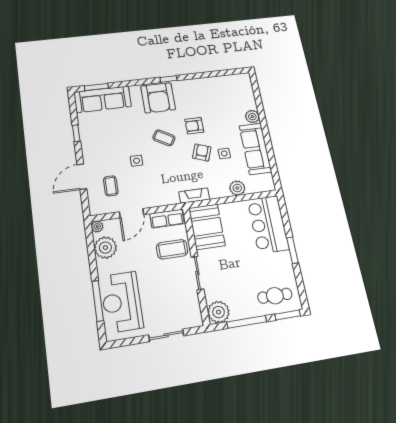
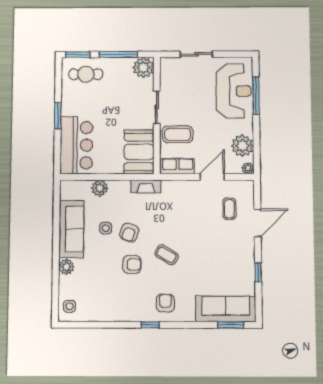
armchair: (158, 98) -> (165, 303), width x0.53, depth x0.53
side table: (137, 161) -> (69, 306), moved

